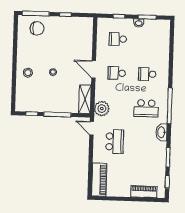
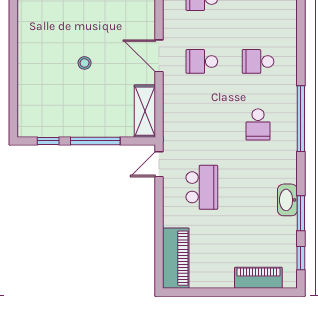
stool: (28, 73) -> (39, 66), removed
school desk: (146, 108) -> (258, 124), width x0.54
plant: (102, 109) -> (176, 127), removed
door: (92, 128) -> (159, 164), hinge flipped
washbasin: (161, 132) -> (287, 200), moved

